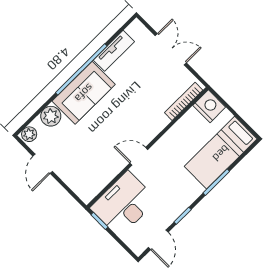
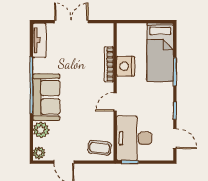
tv unit: (114, 51) -> (39, 40), moved
bookcase: (184, 101) -> (109, 64), moved
nightstand: (209, 106) -> (126, 66), moved, turned -90
coffee table: (86, 182) -> (100, 148), added

